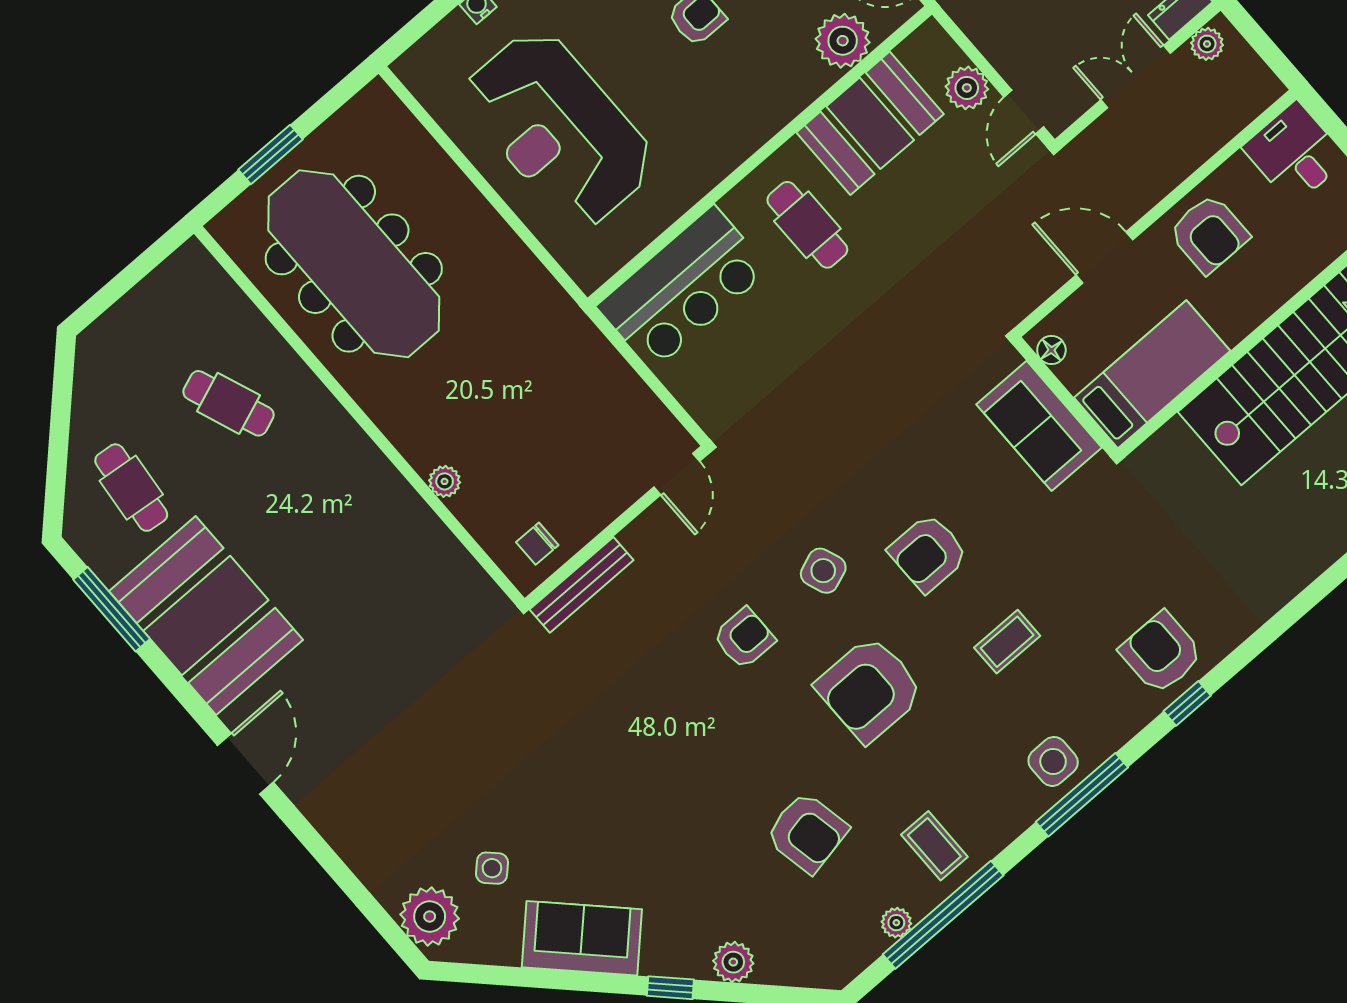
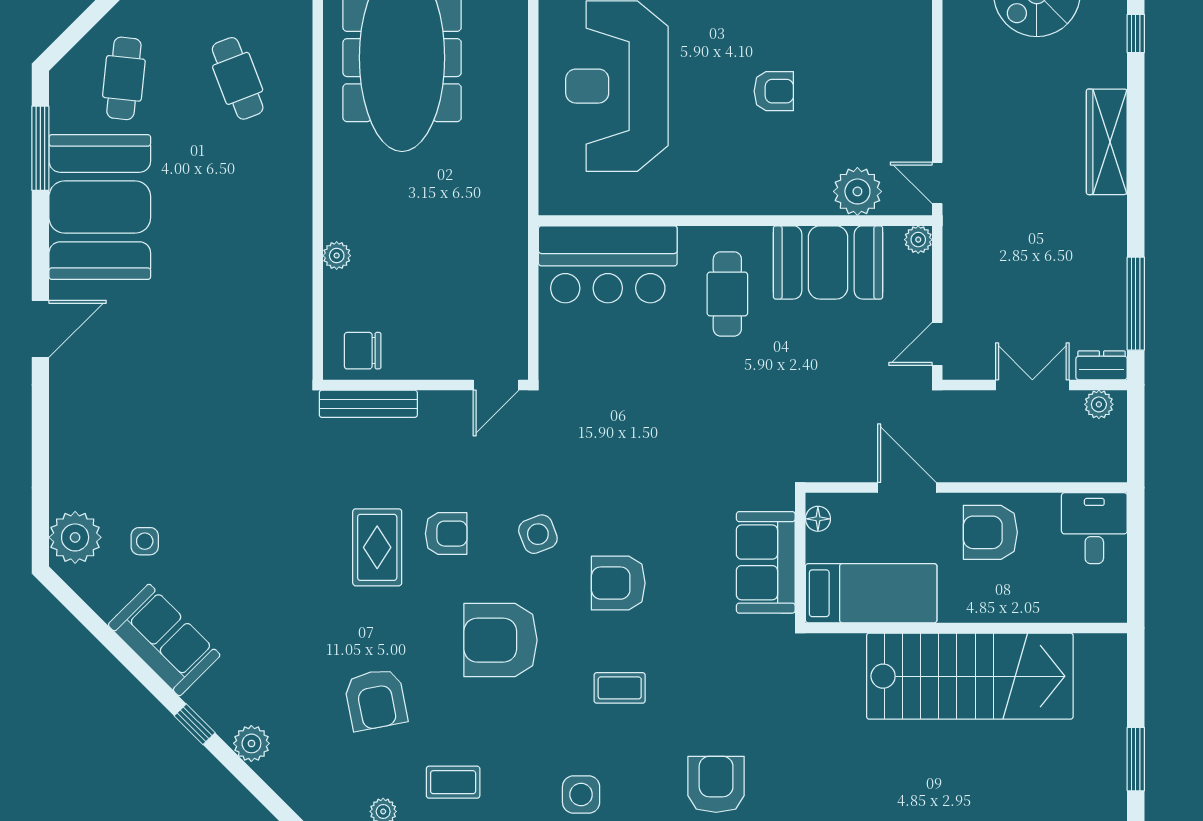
plant: (967, 88) -> (918, 240), moved, width x0.73, depth x0.73
armchair: (1209, 234) -> (990, 532), turned 90
chair: (537, 544) -> (363, 351), width x1.37, depth x1.37
rug: (695, 701) -> (377, 547), added
coffee table: (934, 846) -> (453, 782), turned 90
side table: (492, 868) -> (145, 541), turned 45

